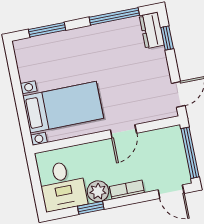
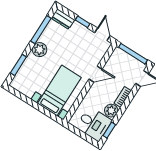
plant: (89, 37) -> (40, 50), added
window: (167, 38) -> (83, 22), moved
door: (123, 131) -> (96, 74), hinge flipped
window: (91, 208) -> (109, 130), moved

